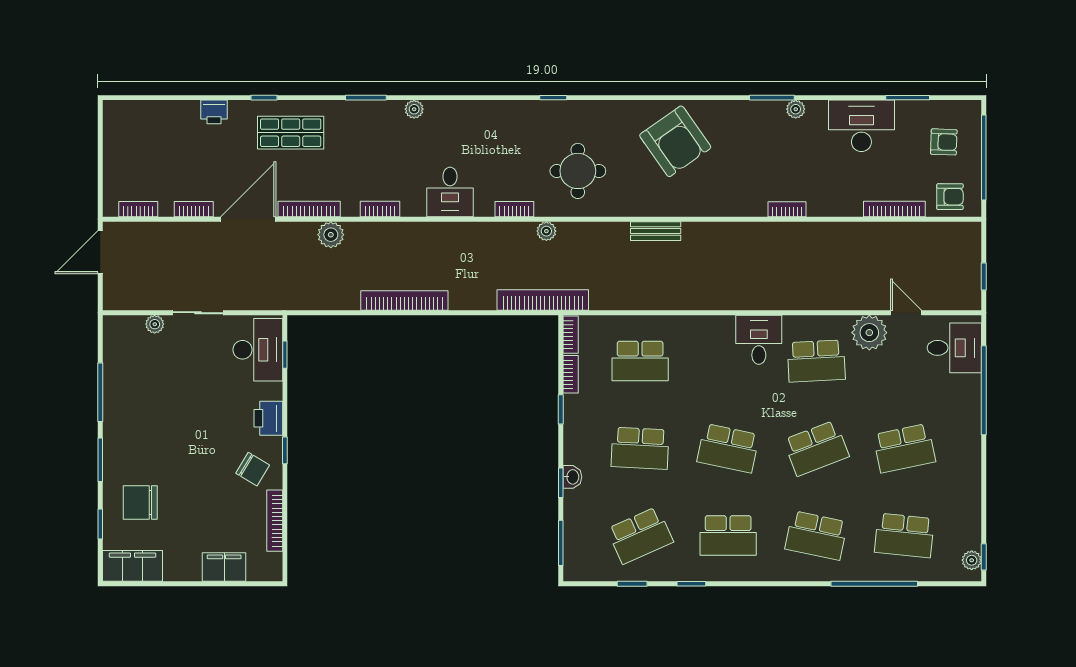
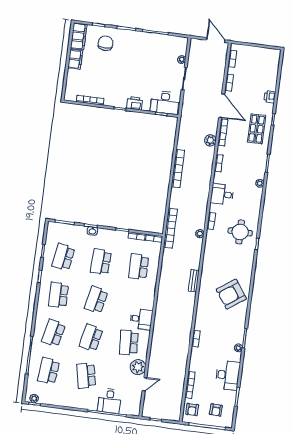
round table: (578, 171) -> (240, 232), moved
desk: (954, 348) -> (109, 401), moved
school desk: (816, 448) -> (91, 338), turned 33
chair: (253, 469) -> (114, 94), removed
school desk: (640, 535) -> (63, 257), turned 33
filing cabinet: (224, 567) -> (75, 59), moved

